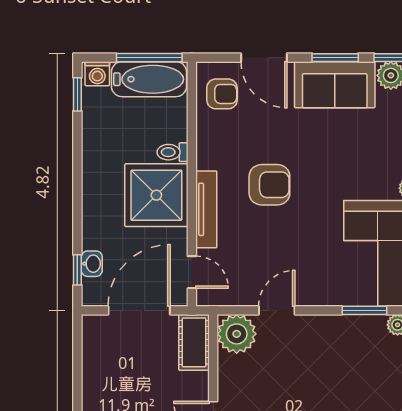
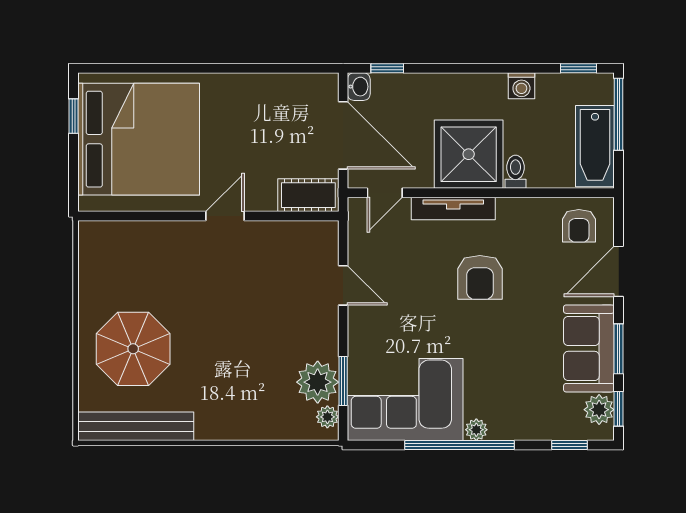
window: (149, 58) -> (619, 114), moved
washing machine: (97, 74) -> (521, 86), moved, turned -90
washbasin: (92, 264) -> (359, 87), moved, turned -90
plant: (237, 334) -> (318, 382), moved

